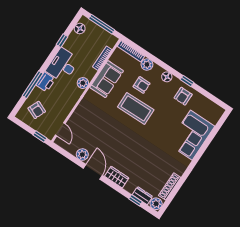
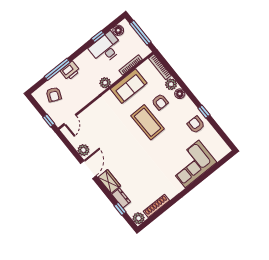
desk: (63, 65) -> (106, 48), moved
floor lamp: (167, 77) -> (180, 94), moved
armchair: (183, 96) -> (196, 125), turned 90
dresser: (142, 196) -> (121, 198), moved

